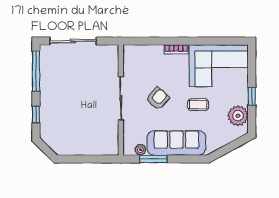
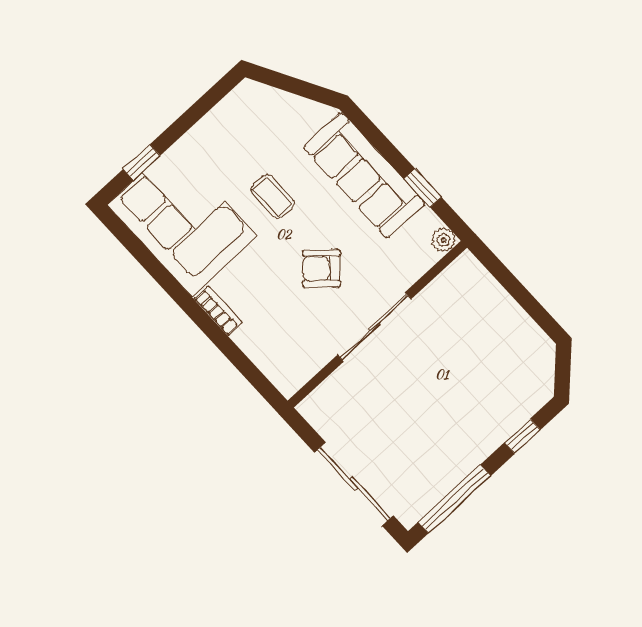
window: (252, 96) -> (142, 162), moved
plant: (238, 116) -> (233, 118), removed
plant: (140, 150) -> (444, 240), moved
window: (153, 159) -> (423, 188), width x0.67

